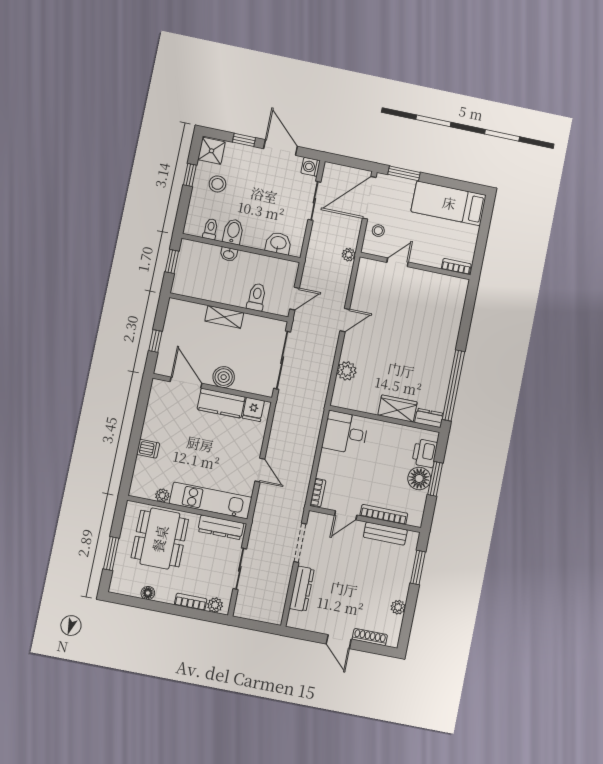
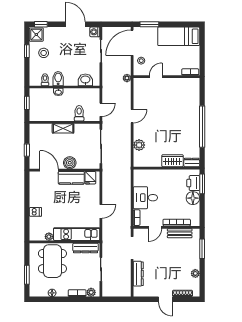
window: (244, 140) -> (41, 24), moved
window: (453, 386) -> (202, 127), moved
desk: (345, 433) -> (145, 198), moved
door: (260, 470) -> (101, 211), hinge flipped
window: (435, 479) -> (202, 184), moved

